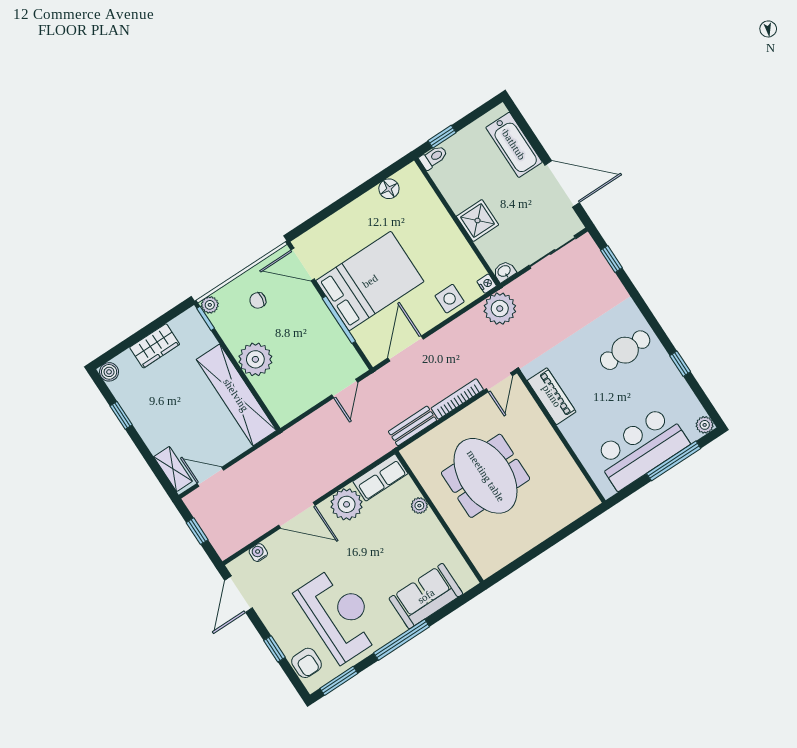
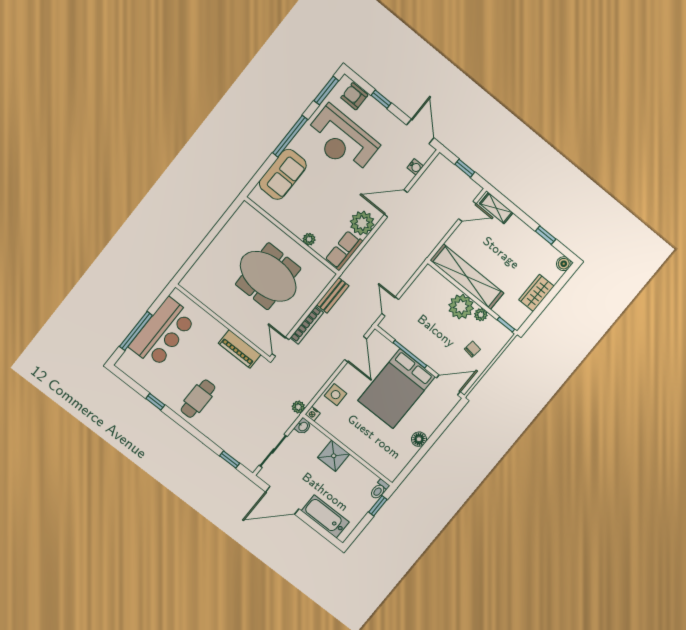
floor lamp: (389, 189) -> (419, 439), moved
plant: (210, 305) -> (481, 315), moved
plant: (500, 309) -> (298, 407), width x0.53, depth x0.53
plant: (705, 425) -> (123, 364), removed

